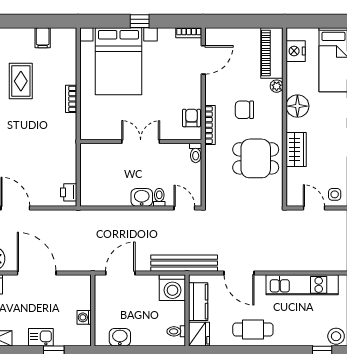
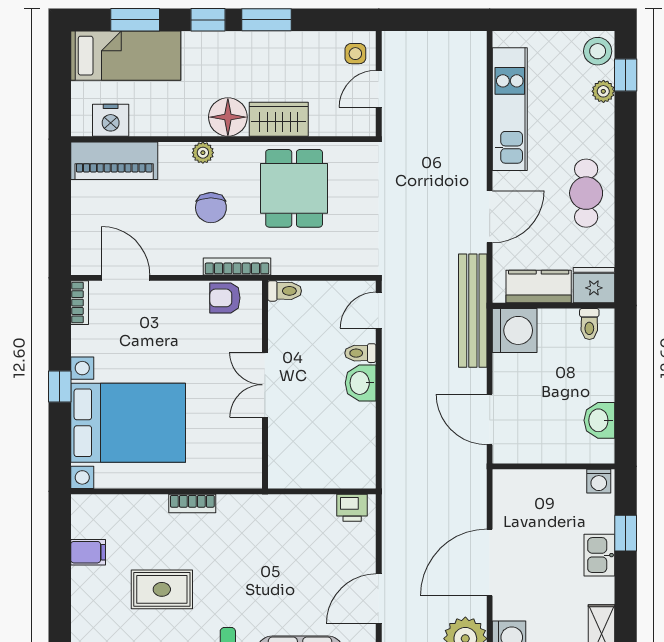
plant: (277, 86) -> (203, 153), moved
floor lamp: (297, 106) -> (228, 117), moved
washing machine: (84, 317) -> (599, 481), moved
plant: (313, 340) -> (603, 91), added

